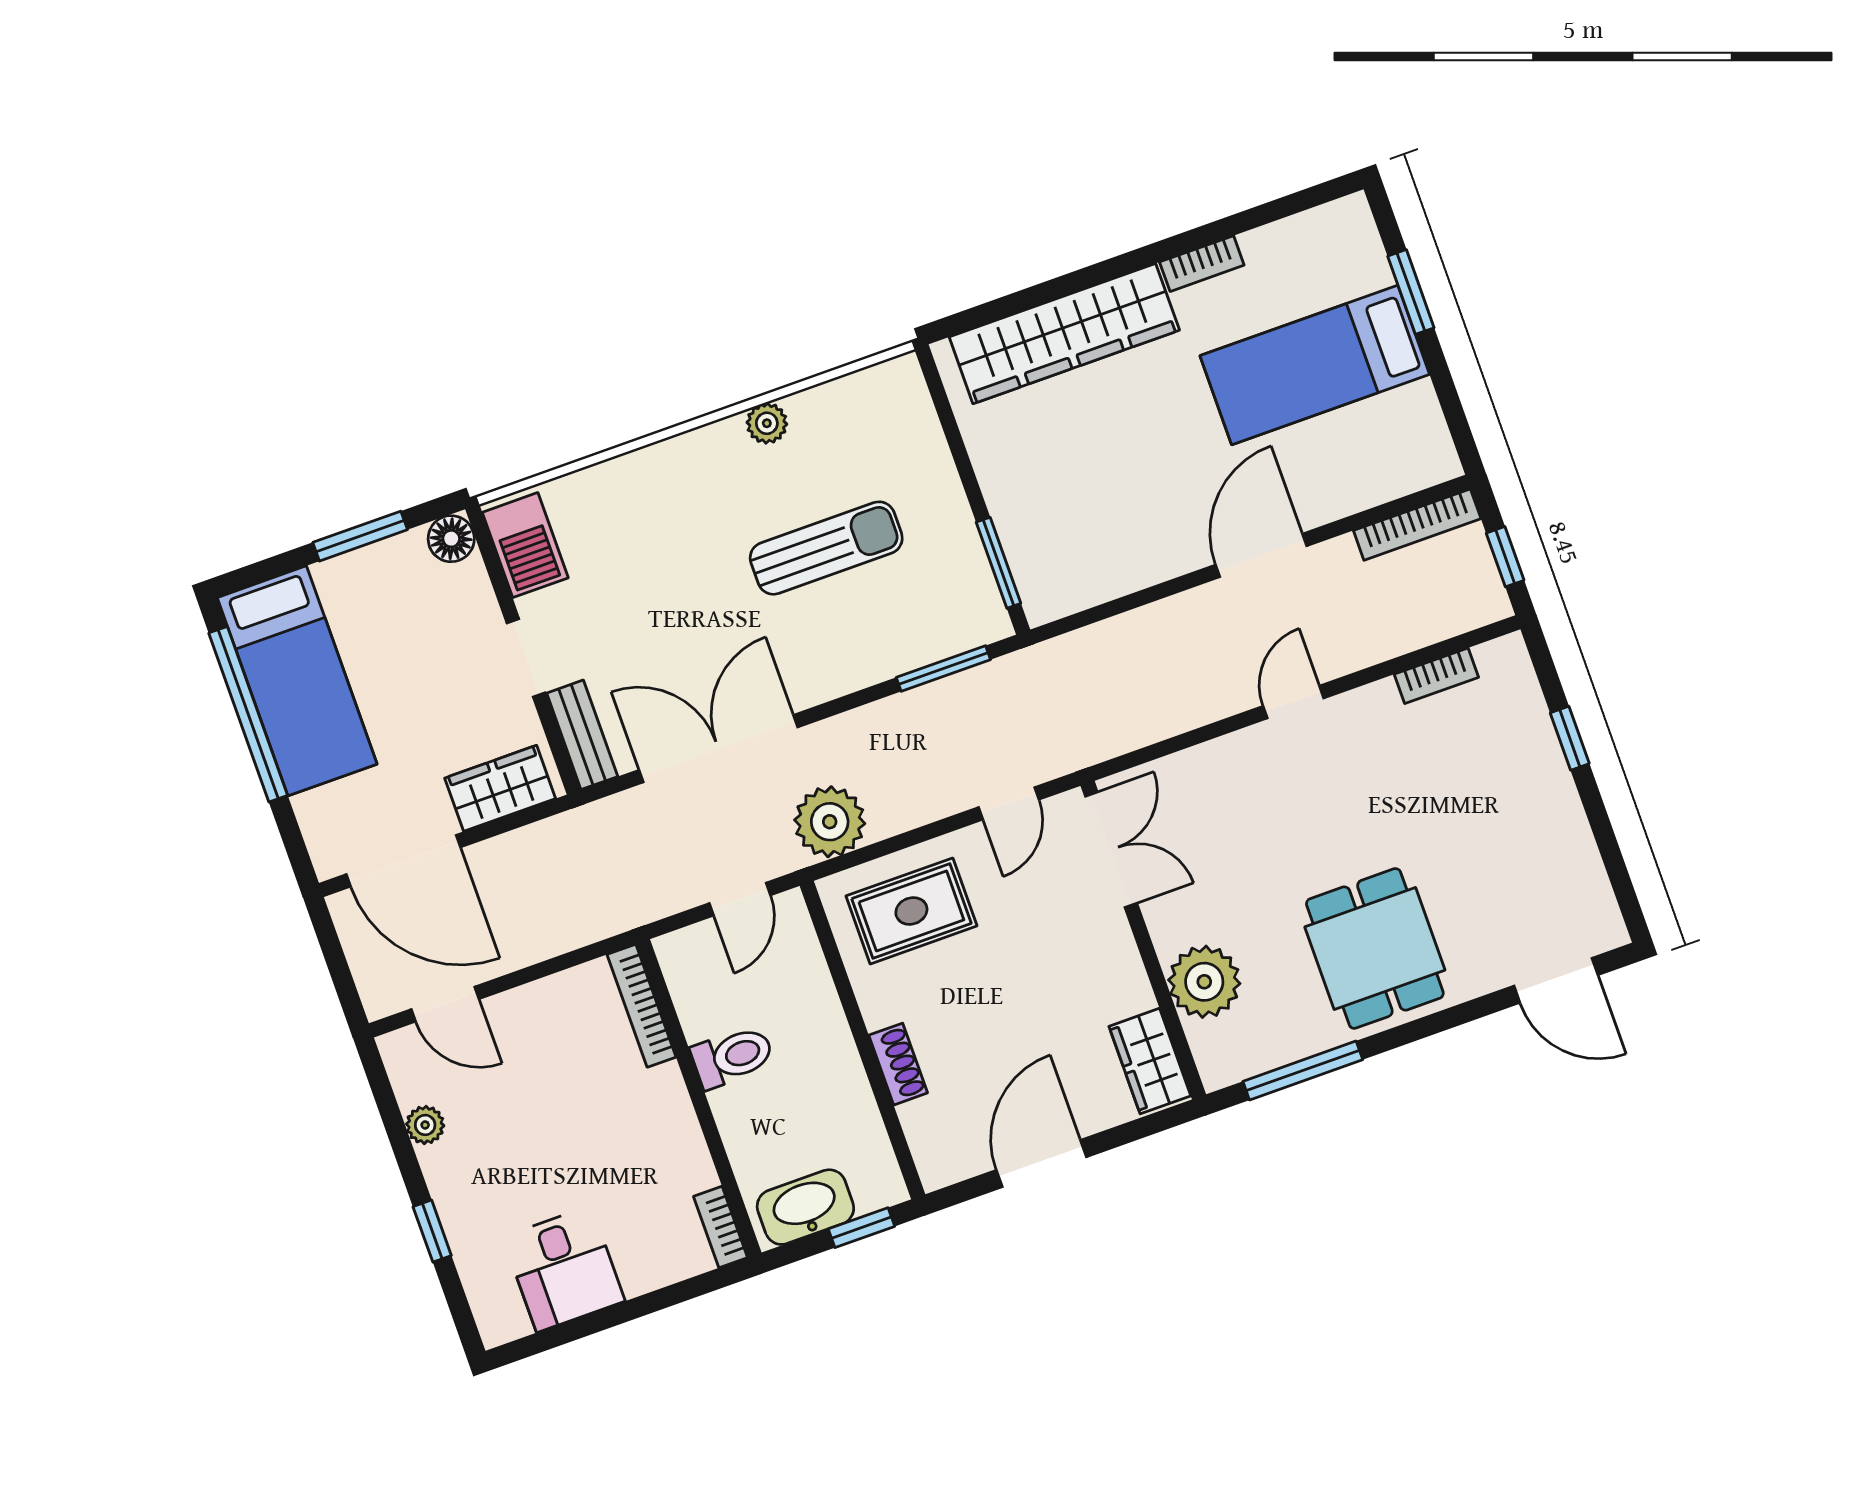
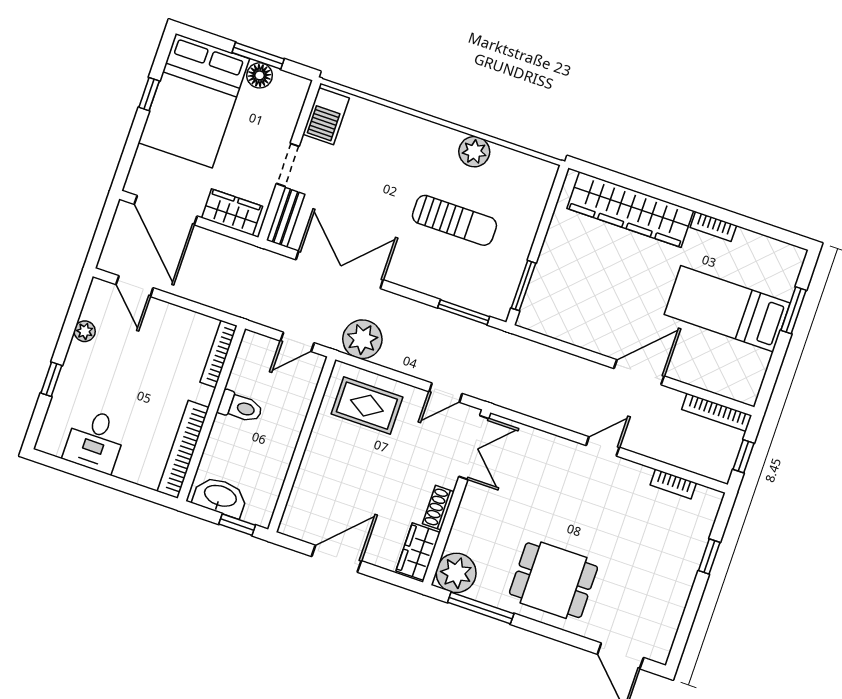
plant: (767, 423) -> (474, 152), width x1.38, depth x1.38
floor lamp: (451, 539) -> (260, 75), moved
bed: (297, 681) -> (194, 101), width x1.50
window: (248, 714) -> (149, 94), width x0.32
dining table: (1375, 948) -> (553, 580), turned 90
plant: (1204, 982) -> (456, 573), moved
shoe rack: (898, 1064) -> (438, 508), moved, turned 180
bookcase: (720, 1227) -> (183, 449), width x2.31, depth x1.31

